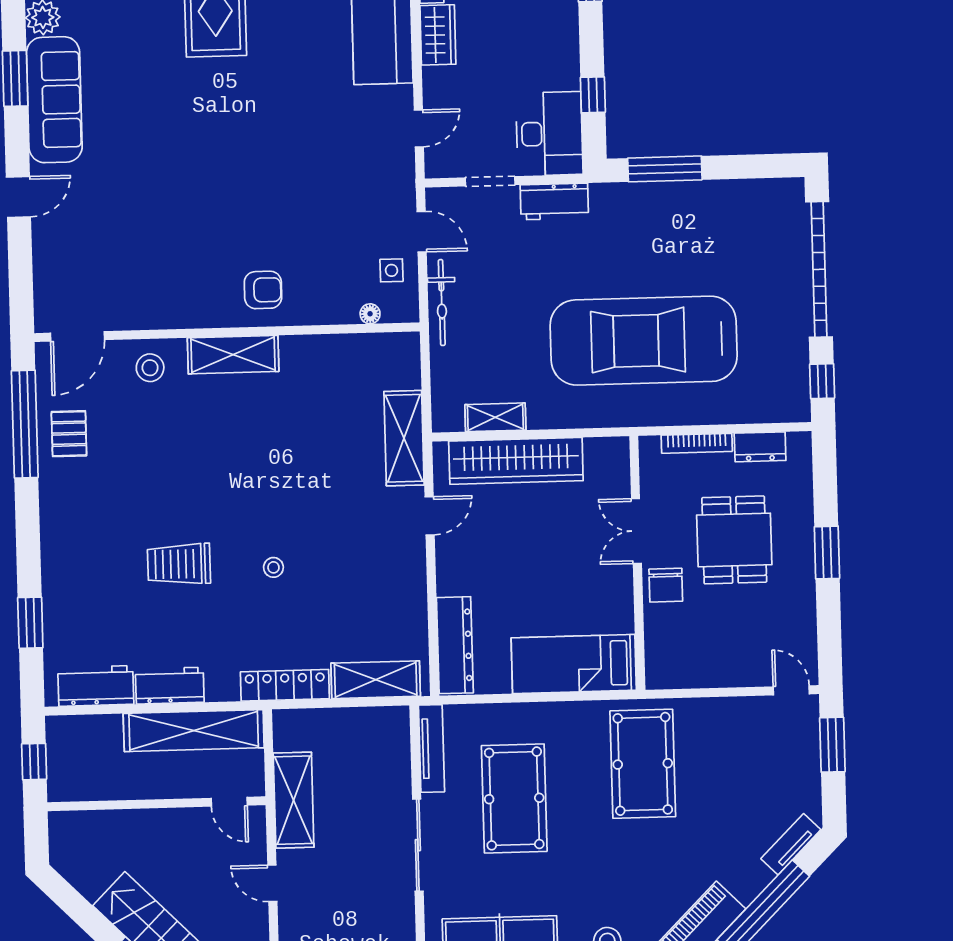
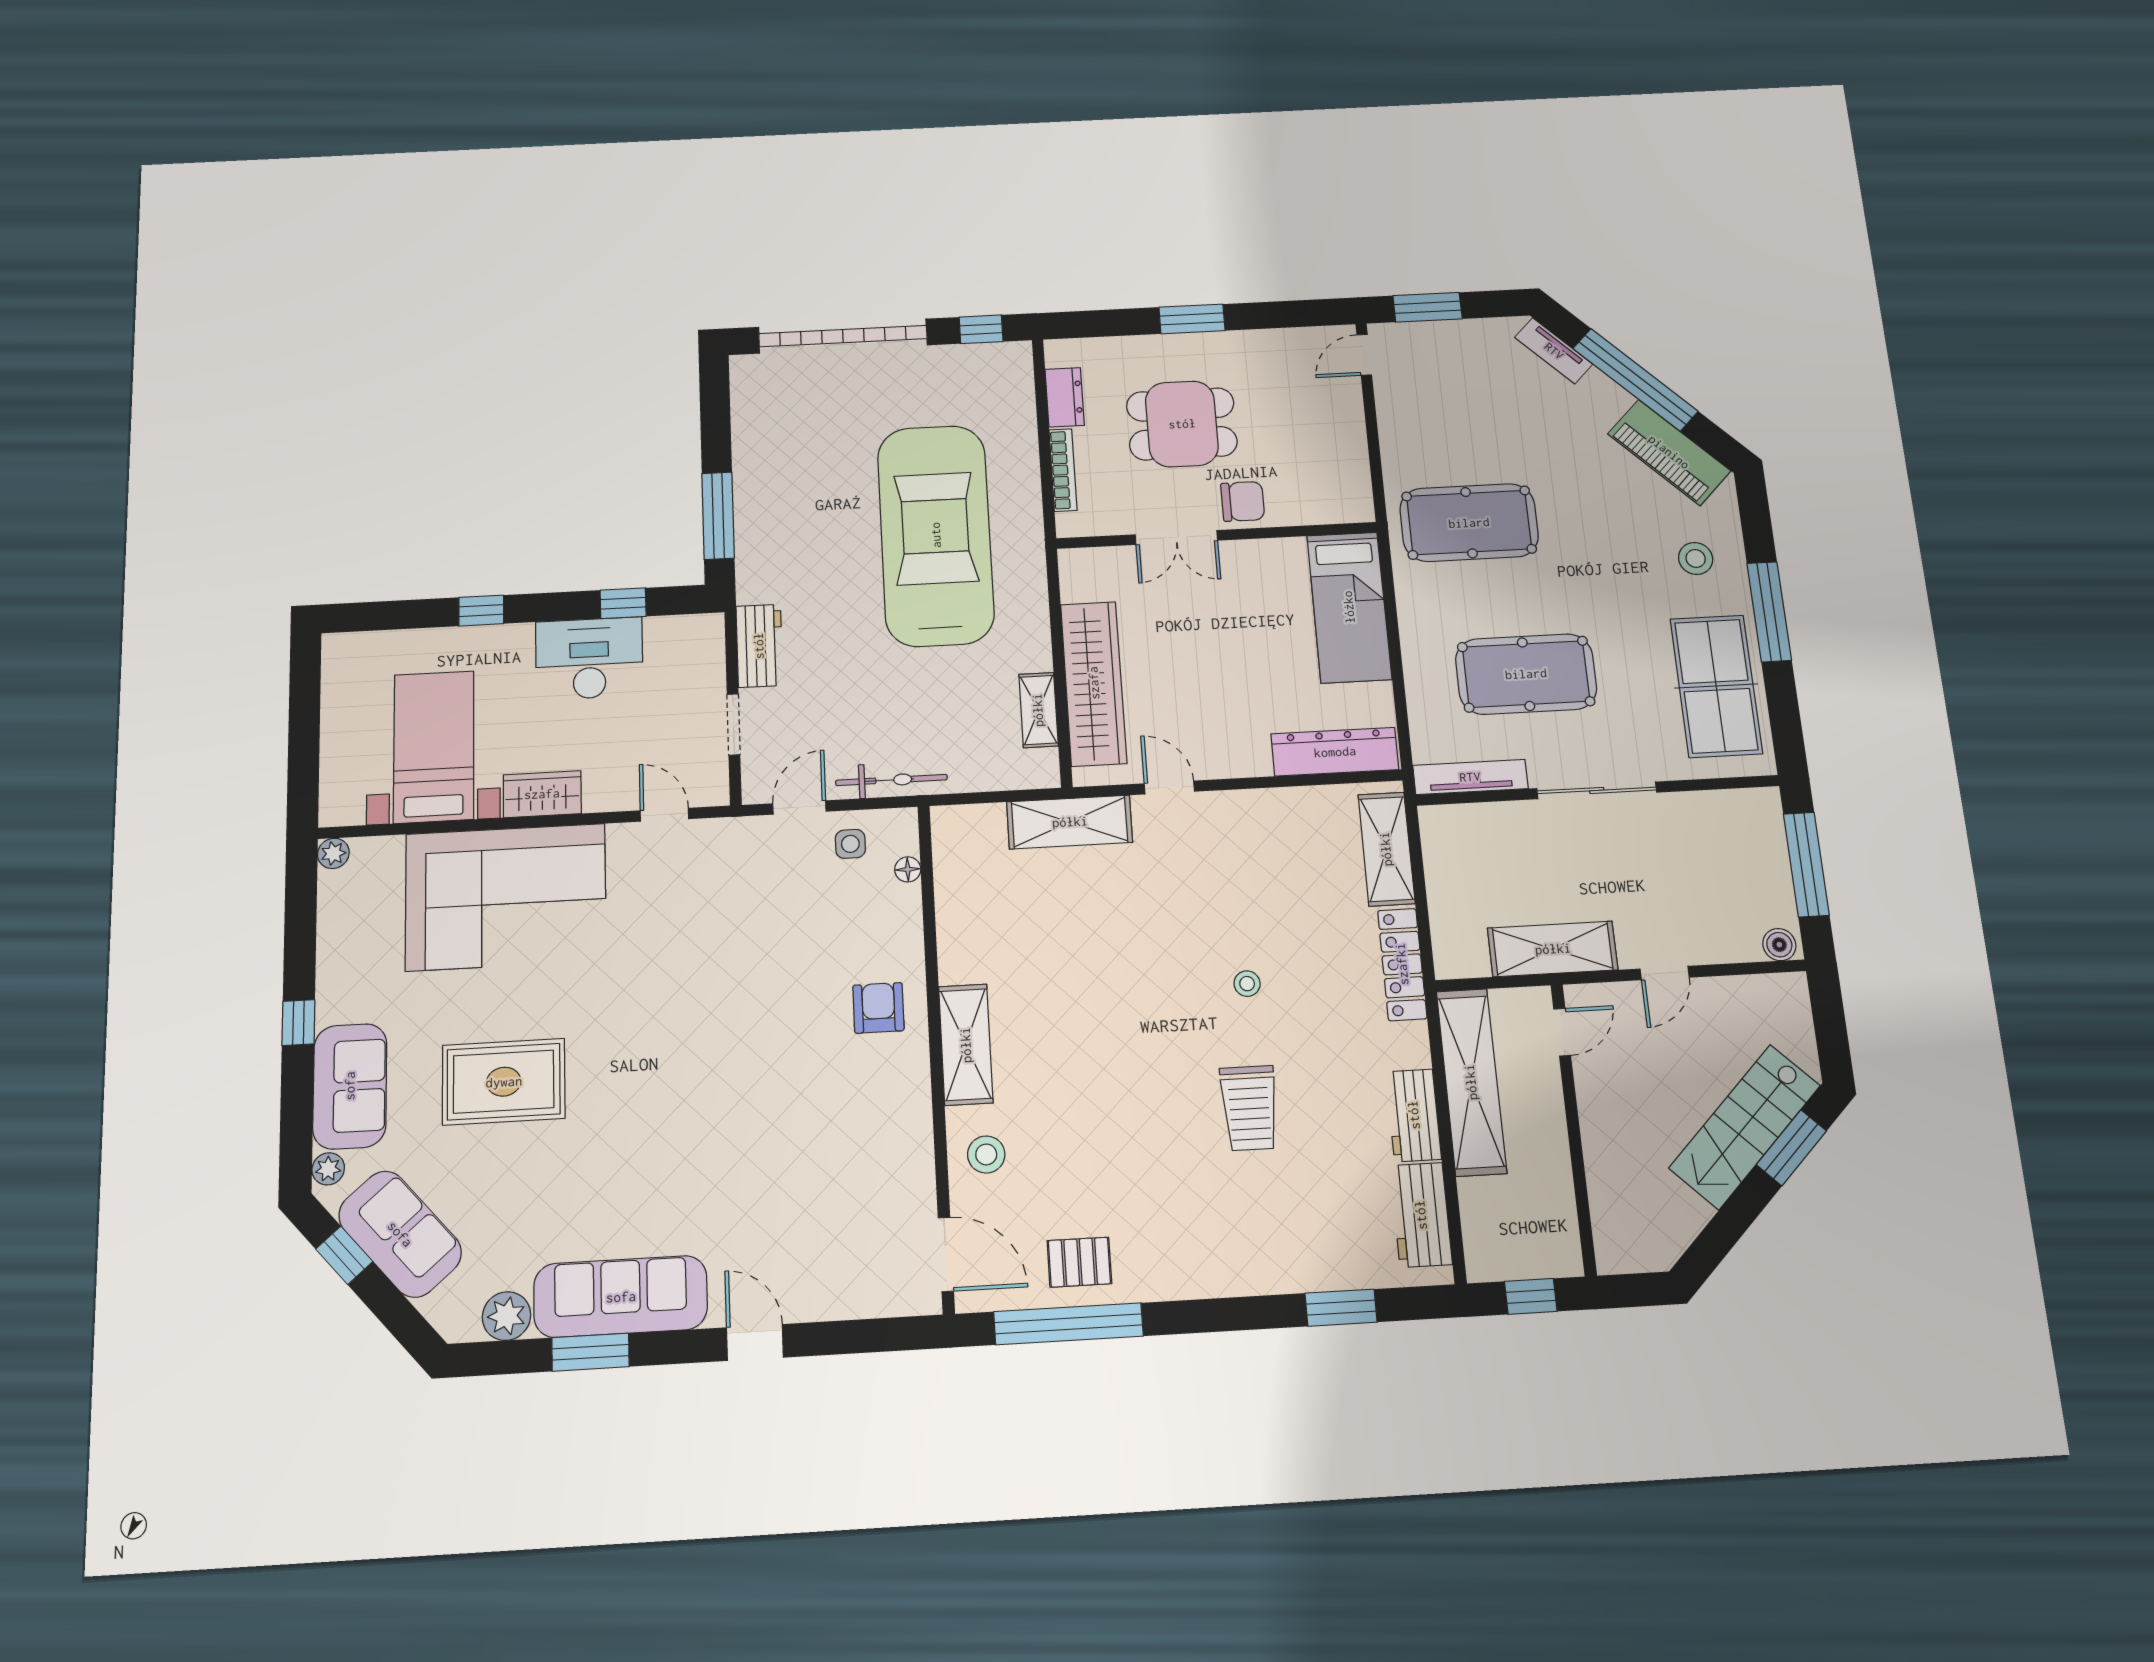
desk: (549, 134) -> (589, 658), moved
car: (644, 341) -> (936, 535), turned 180

